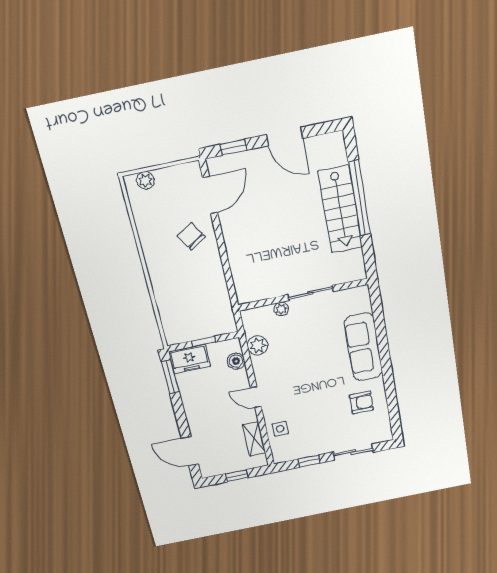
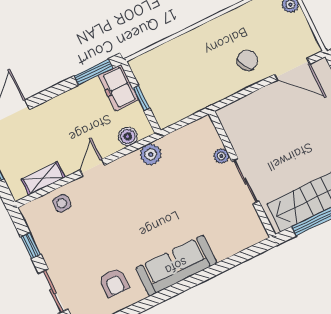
sliding door: (310, 293) -> (245, 181), moved
wall: (303, 295) -> (242, 174), moved
plant: (281, 309) -> (221, 156), moved

